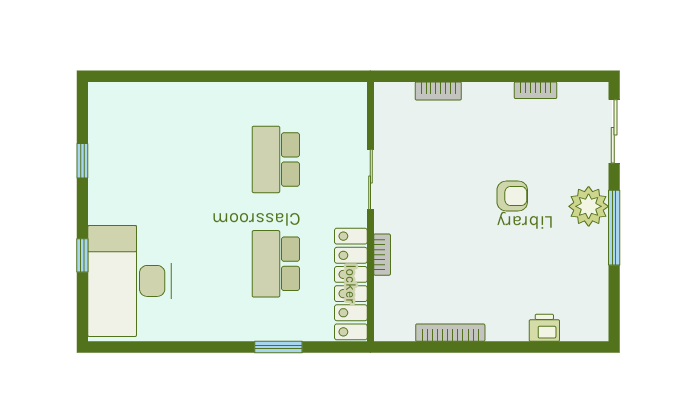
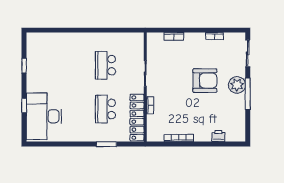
armchair: (512, 196) -> (205, 81), width x1.88, depth x1.88

